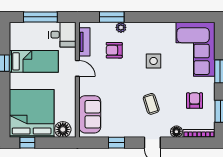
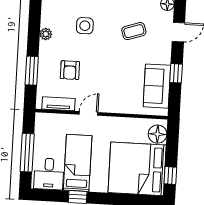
plant: (121, 27) -> (46, 34), moved
desk: (62, 35) -> (49, 174), moved, turned 180
sofa: (90, 114) -> (157, 86), moved, turned -90

